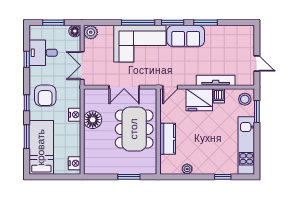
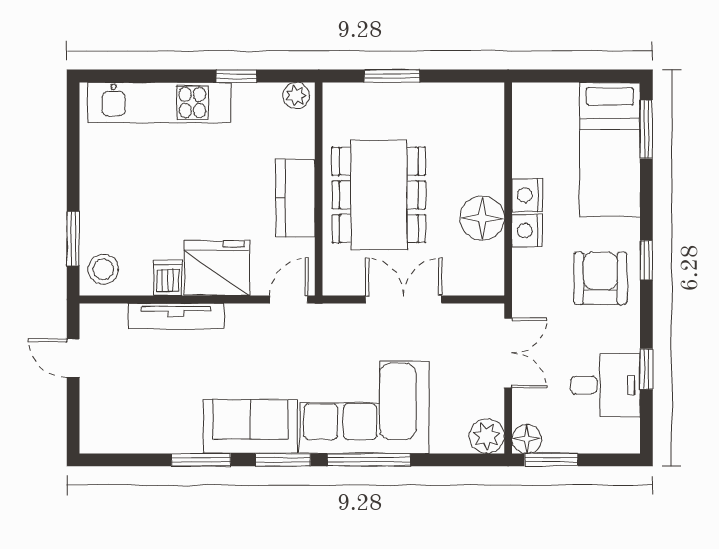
window: (53, 23) -> (551, 460), moved
window: (27, 137) -> (646, 129), moved
kitchen counter: (168, 139) -> (295, 198), moved
kitchen unit: (246, 145) -> (159, 102), moved, turned 90
nightstand: (75, 163) -> (527, 195), moved
plant: (187, 169) -> (296, 95), moved
window: (223, 177) -> (236, 76), moved

